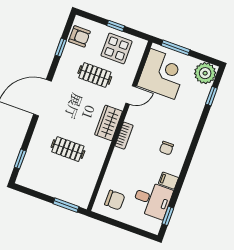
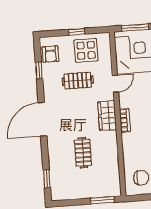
armchair: (79, 36) -> (50, 54), turned 90
clothes rail: (68, 149) -> (83, 153), turned 90

